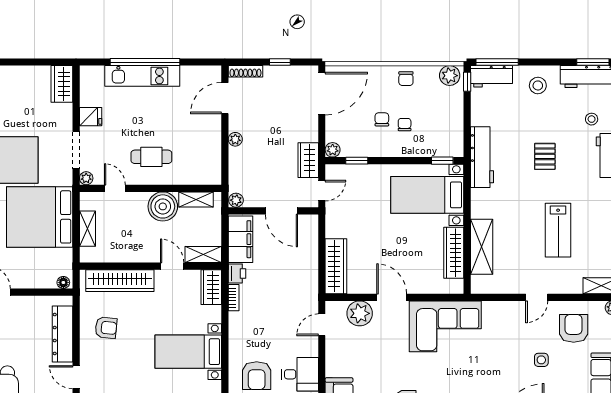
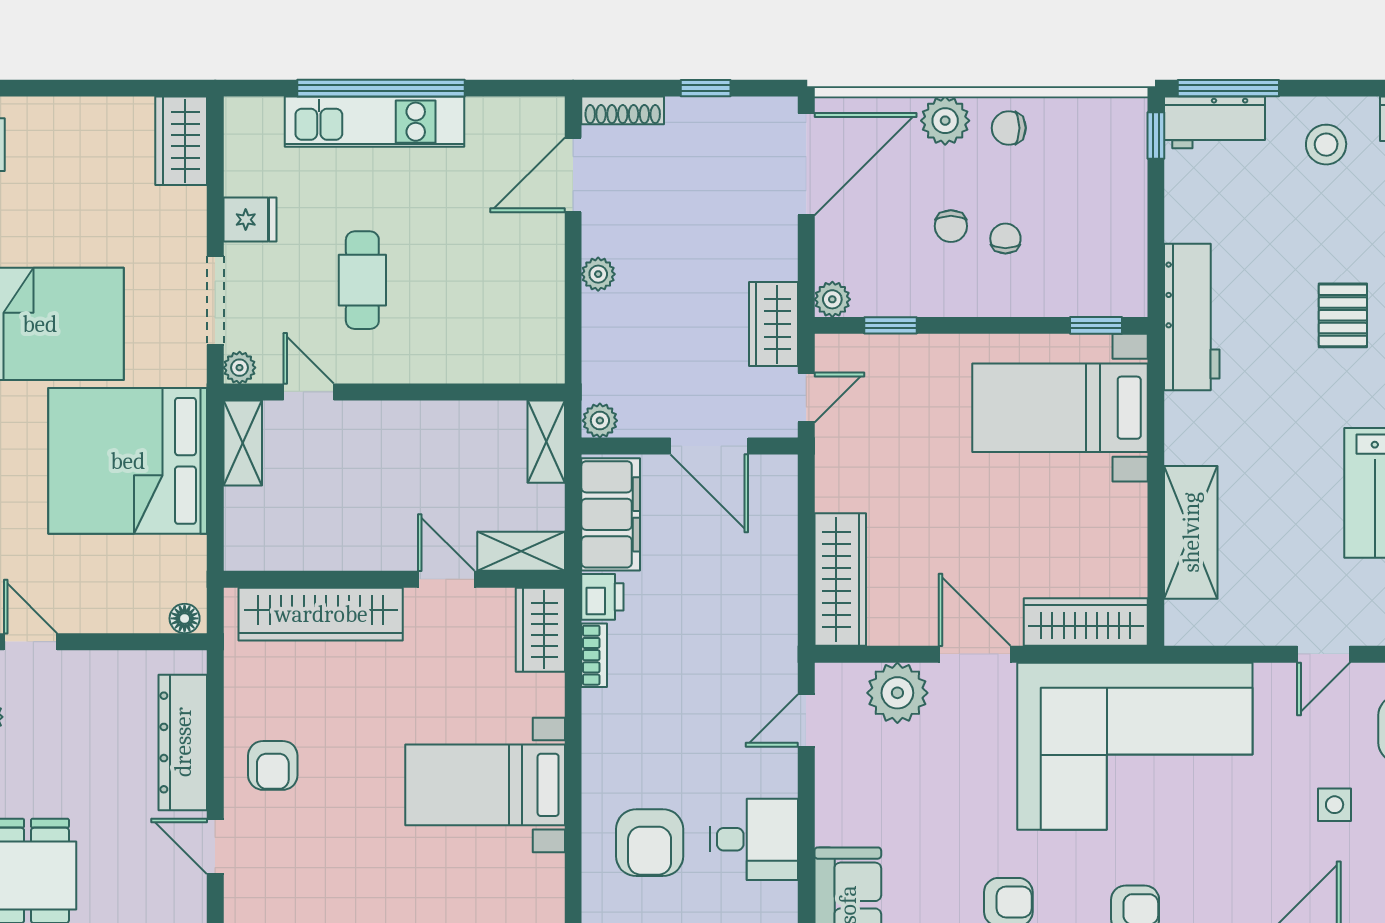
plant: (450, 76) -> (945, 121), moved
chair: (406, 79) -> (1009, 128), turned 90
chair: (382, 119) -> (951, 226), turned 180
cafe table: (151, 157) -> (362, 280), moved, turned 90
shelving: (196, 199) -> (546, 442), moved, turned 90
boiler: (163, 206) -> (424, 436), removed
shelving: (88, 229) -> (243, 443), moved
wardrobe: (454, 253) -> (1086, 622), moved, turned 90
corner sofa: (445, 326) -> (1135, 746), width x1.36, depth x1.36
armchair: (106, 328) -> (273, 765), moved, turned 84

